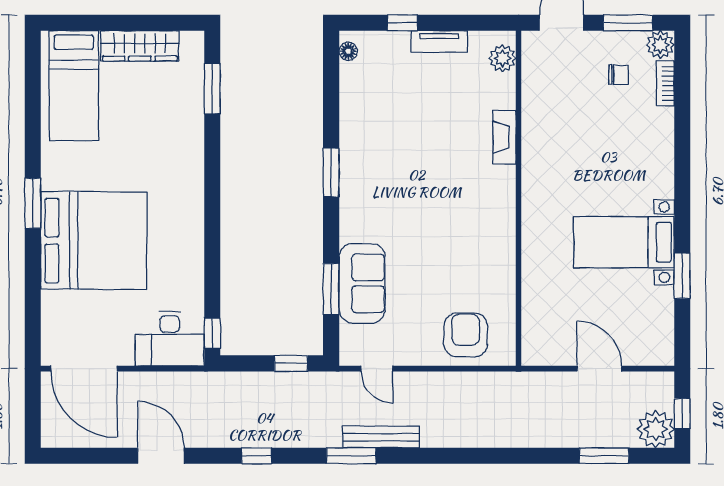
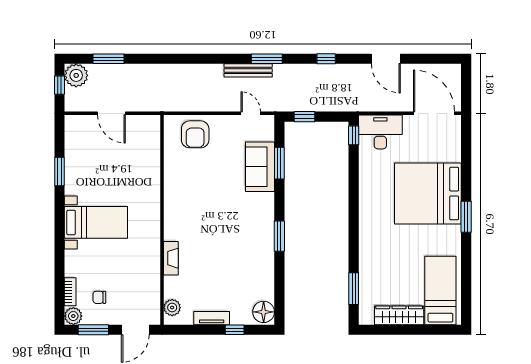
floor lamp: (348, 51) -> (264, 312), width x1.89, depth x1.89
bed with nightstands: (624, 242) -> (96, 222), moved

